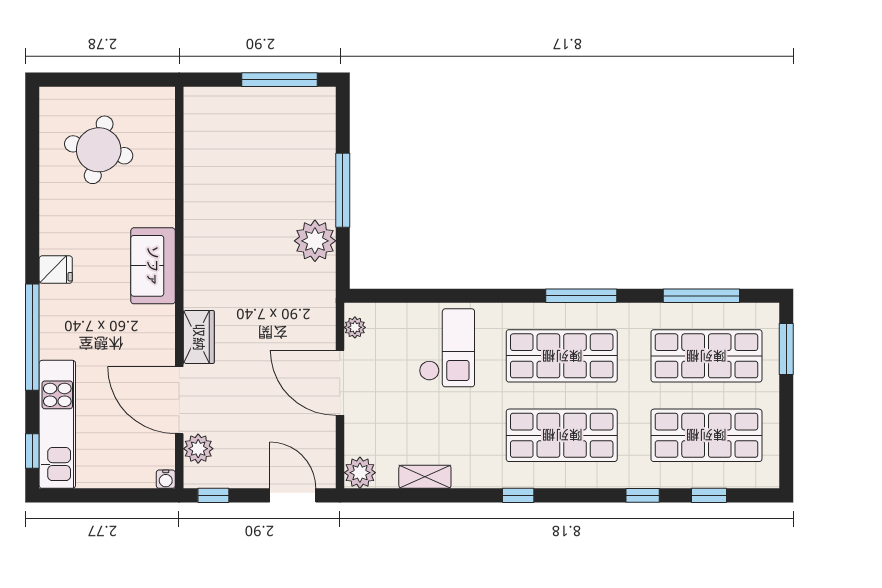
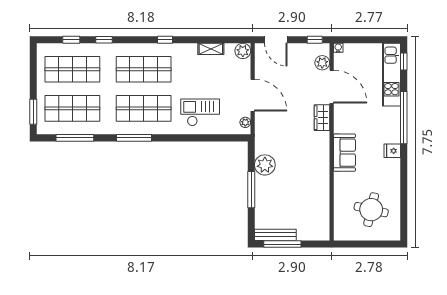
bench: (293, 98) -> (275, 235), added
checkout: (447, 348) -> (200, 112), turned 90

